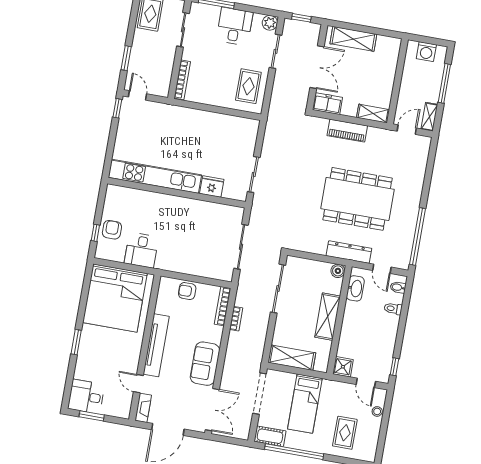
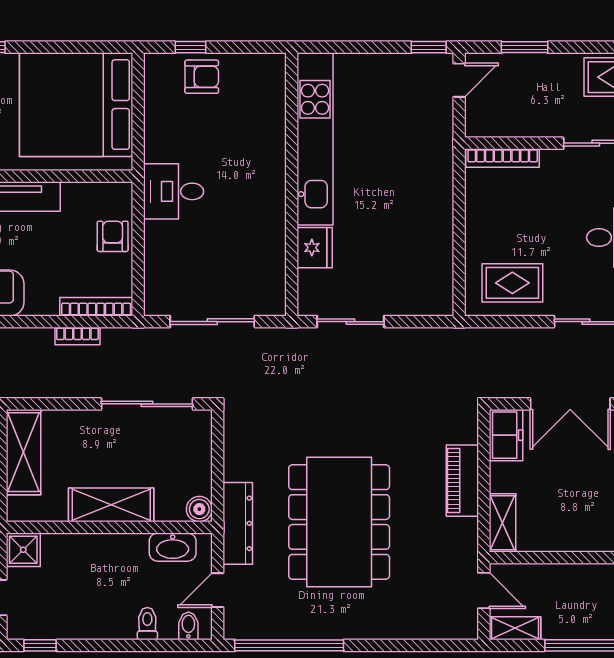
desk: (141, 250) -> (174, 191), moved

